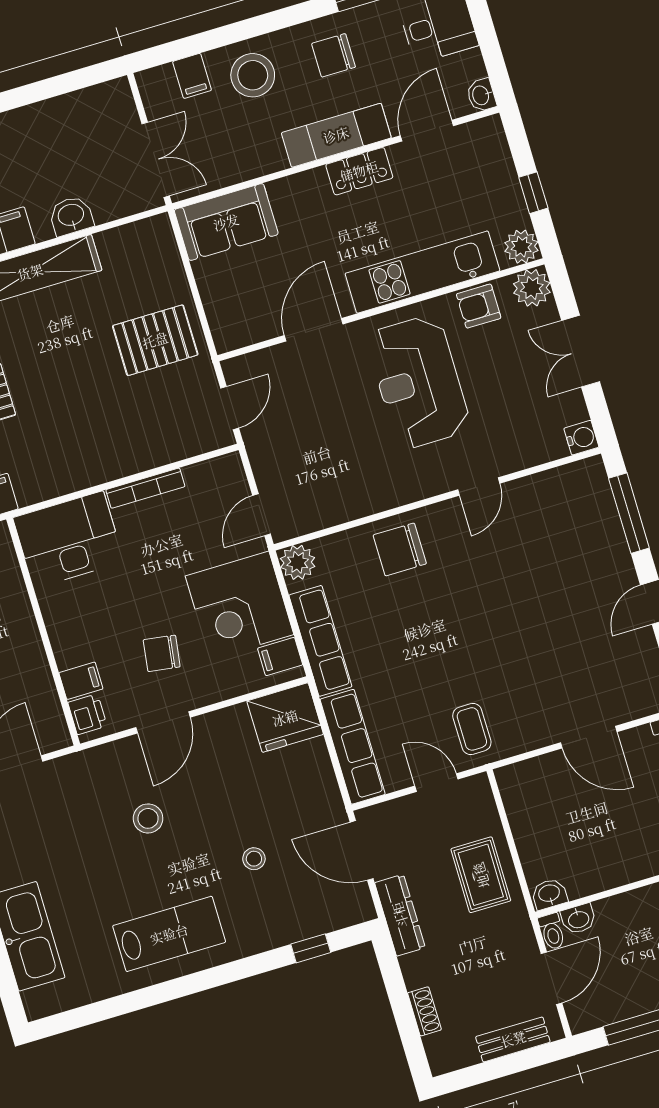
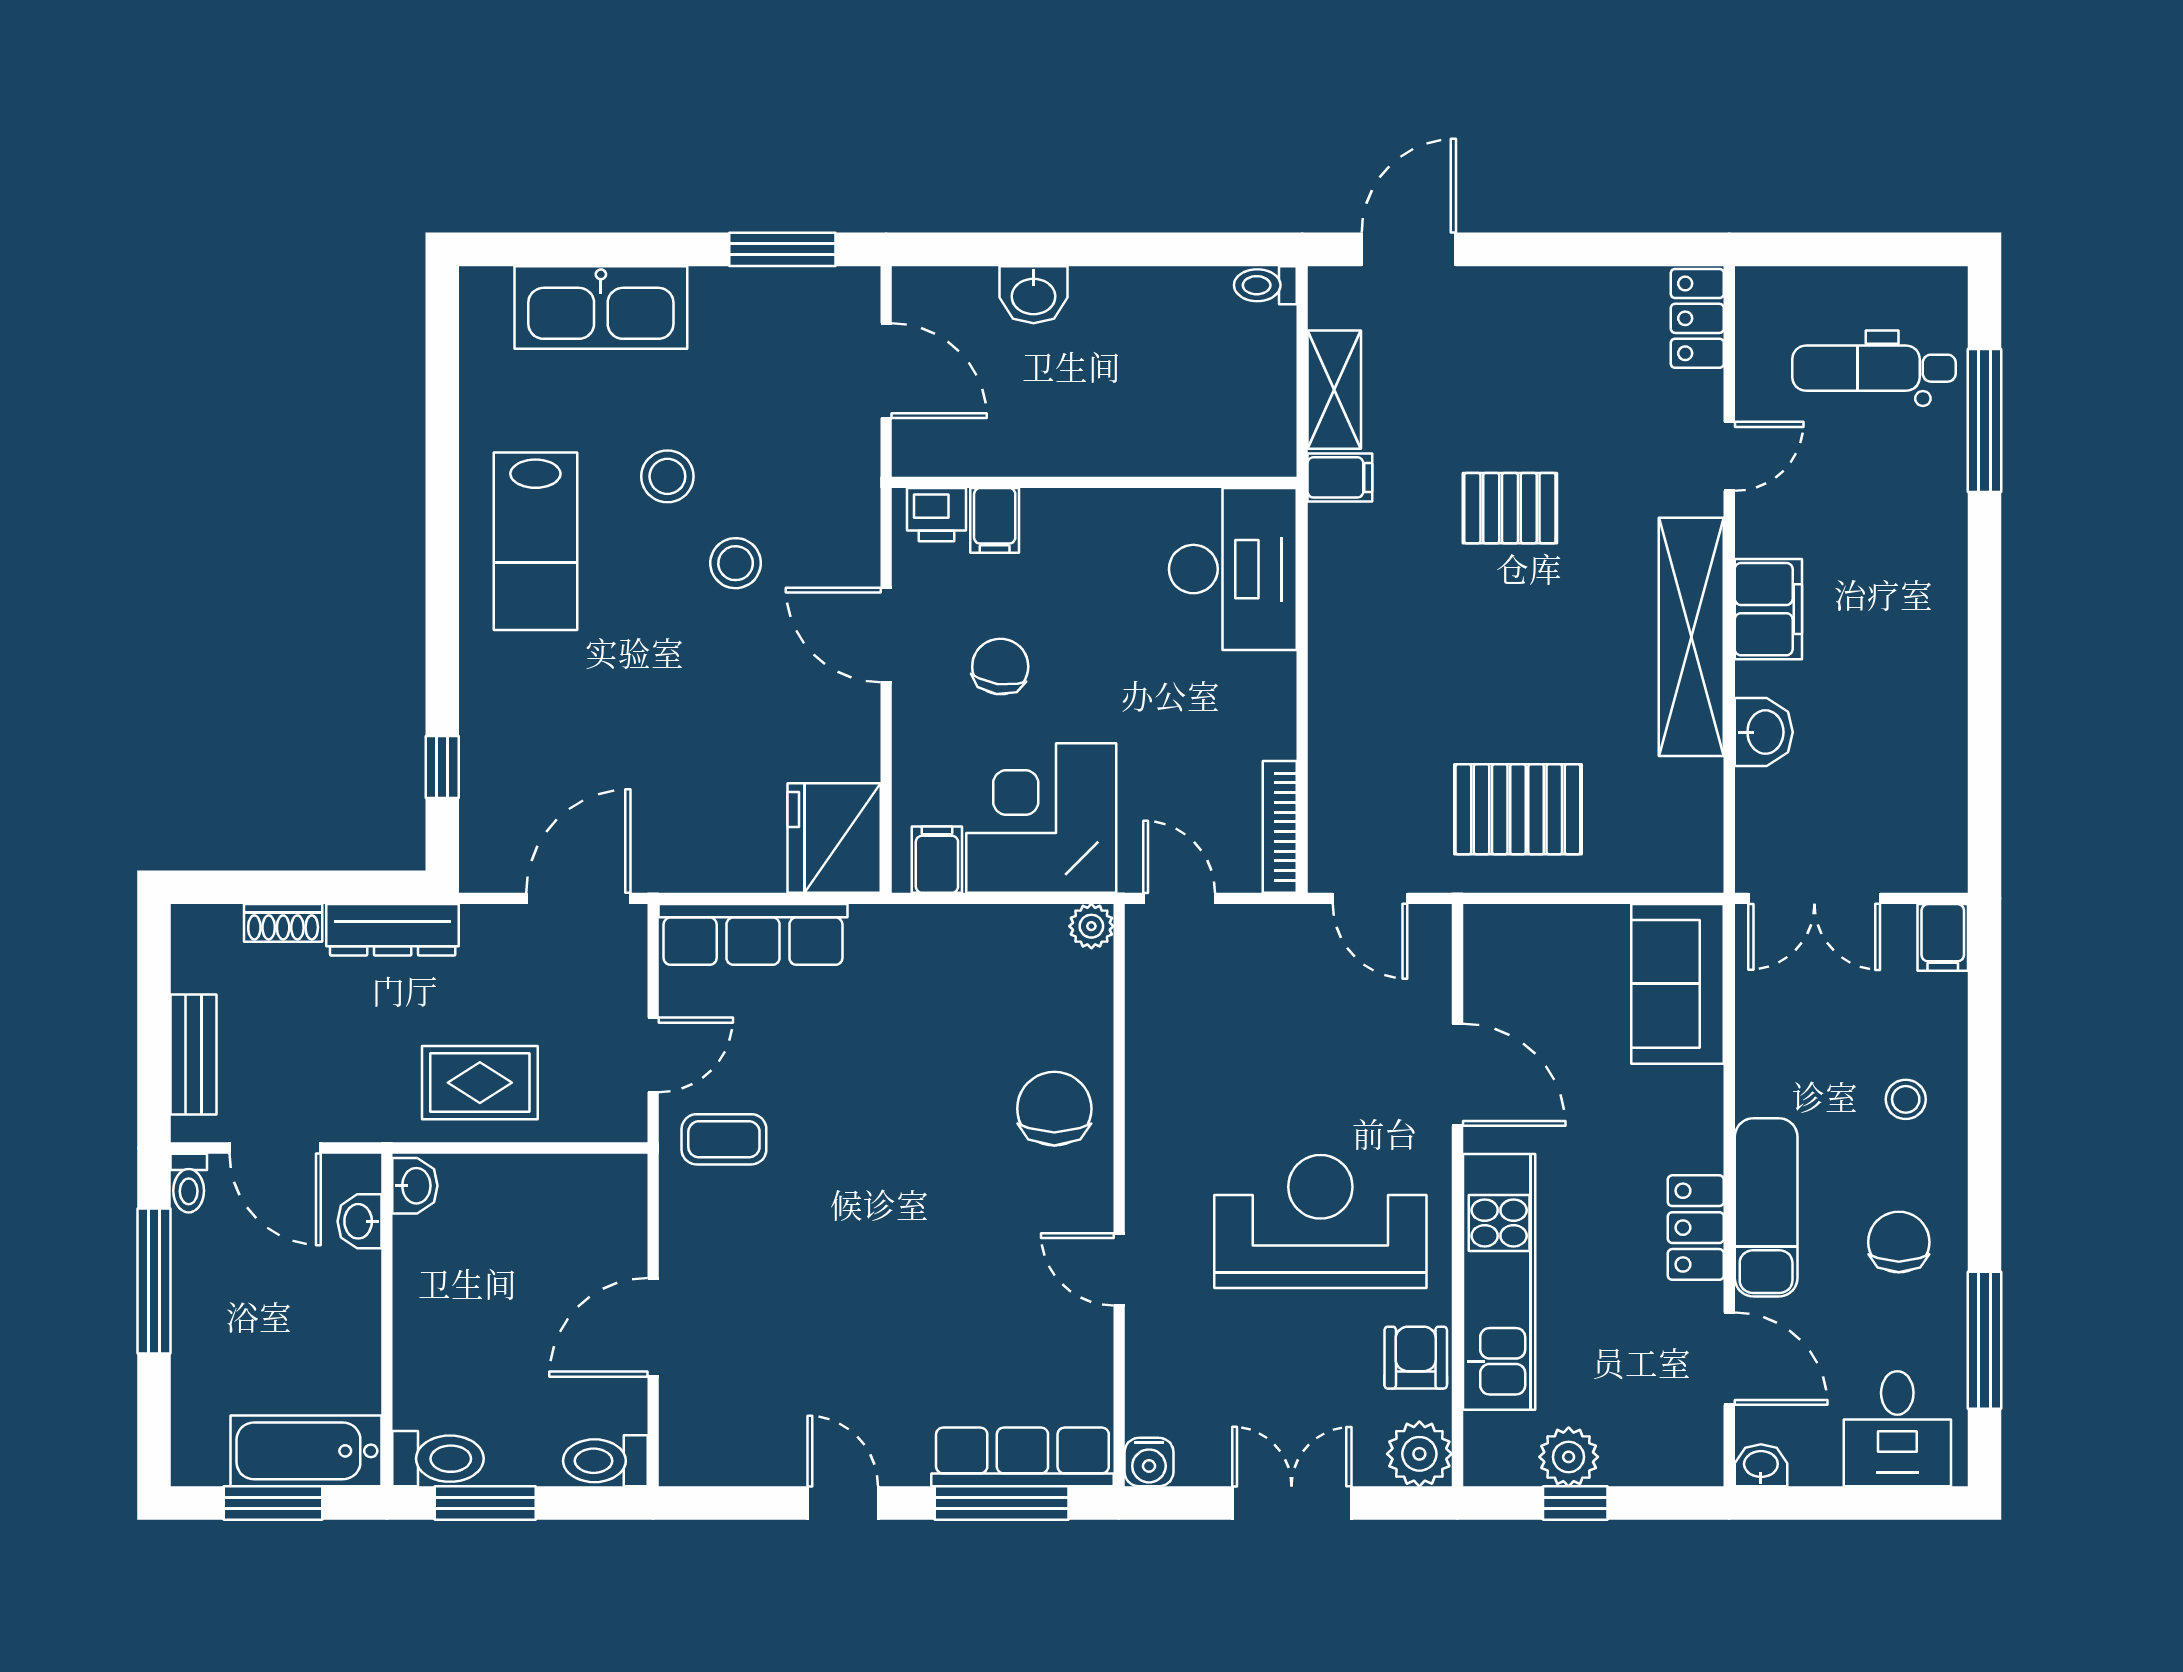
stool: (253, 75) -> (1906, 1099), width x0.53, depth x0.53
filing cabinet: (192, 76) -> (1943, 937), moved, turned -90
plant: (521, 247) -> (1569, 1457), moved
pallet: (155, 340) -> (1518, 809), turned 90
bookcase: (145, 488) -> (1280, 827), moved
plant: (298, 562) -> (1091, 926), width x0.73, depth x0.73
row of seats: (320, 641) -> (1022, 1457), moved, turned 180
stool: (254, 859) -> (667, 476), moved, width x1.37, depth x1.37
dresser: (400, 915) -> (393, 930), moved
toilet: (552, 931) -> (189, 1183), moved, turned -90

